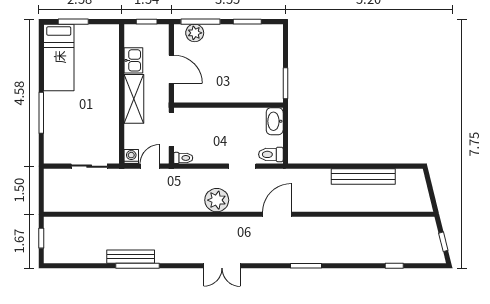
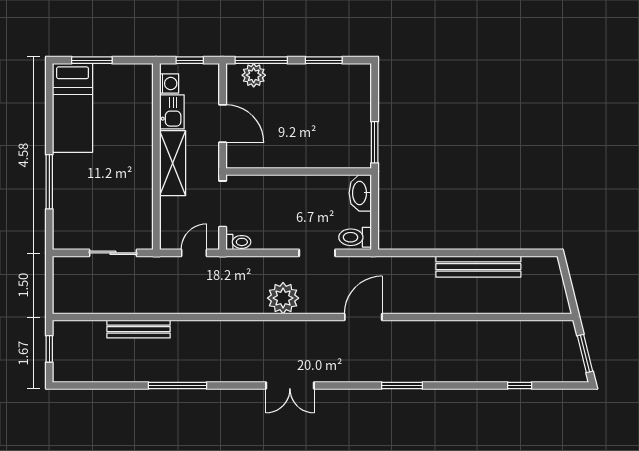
washing machine: (131, 157) -> (169, 83), moved, turned 90
window: (443, 242) -> (585, 354), width x1.50
bench: (131, 257) -> (138, 329), moved

